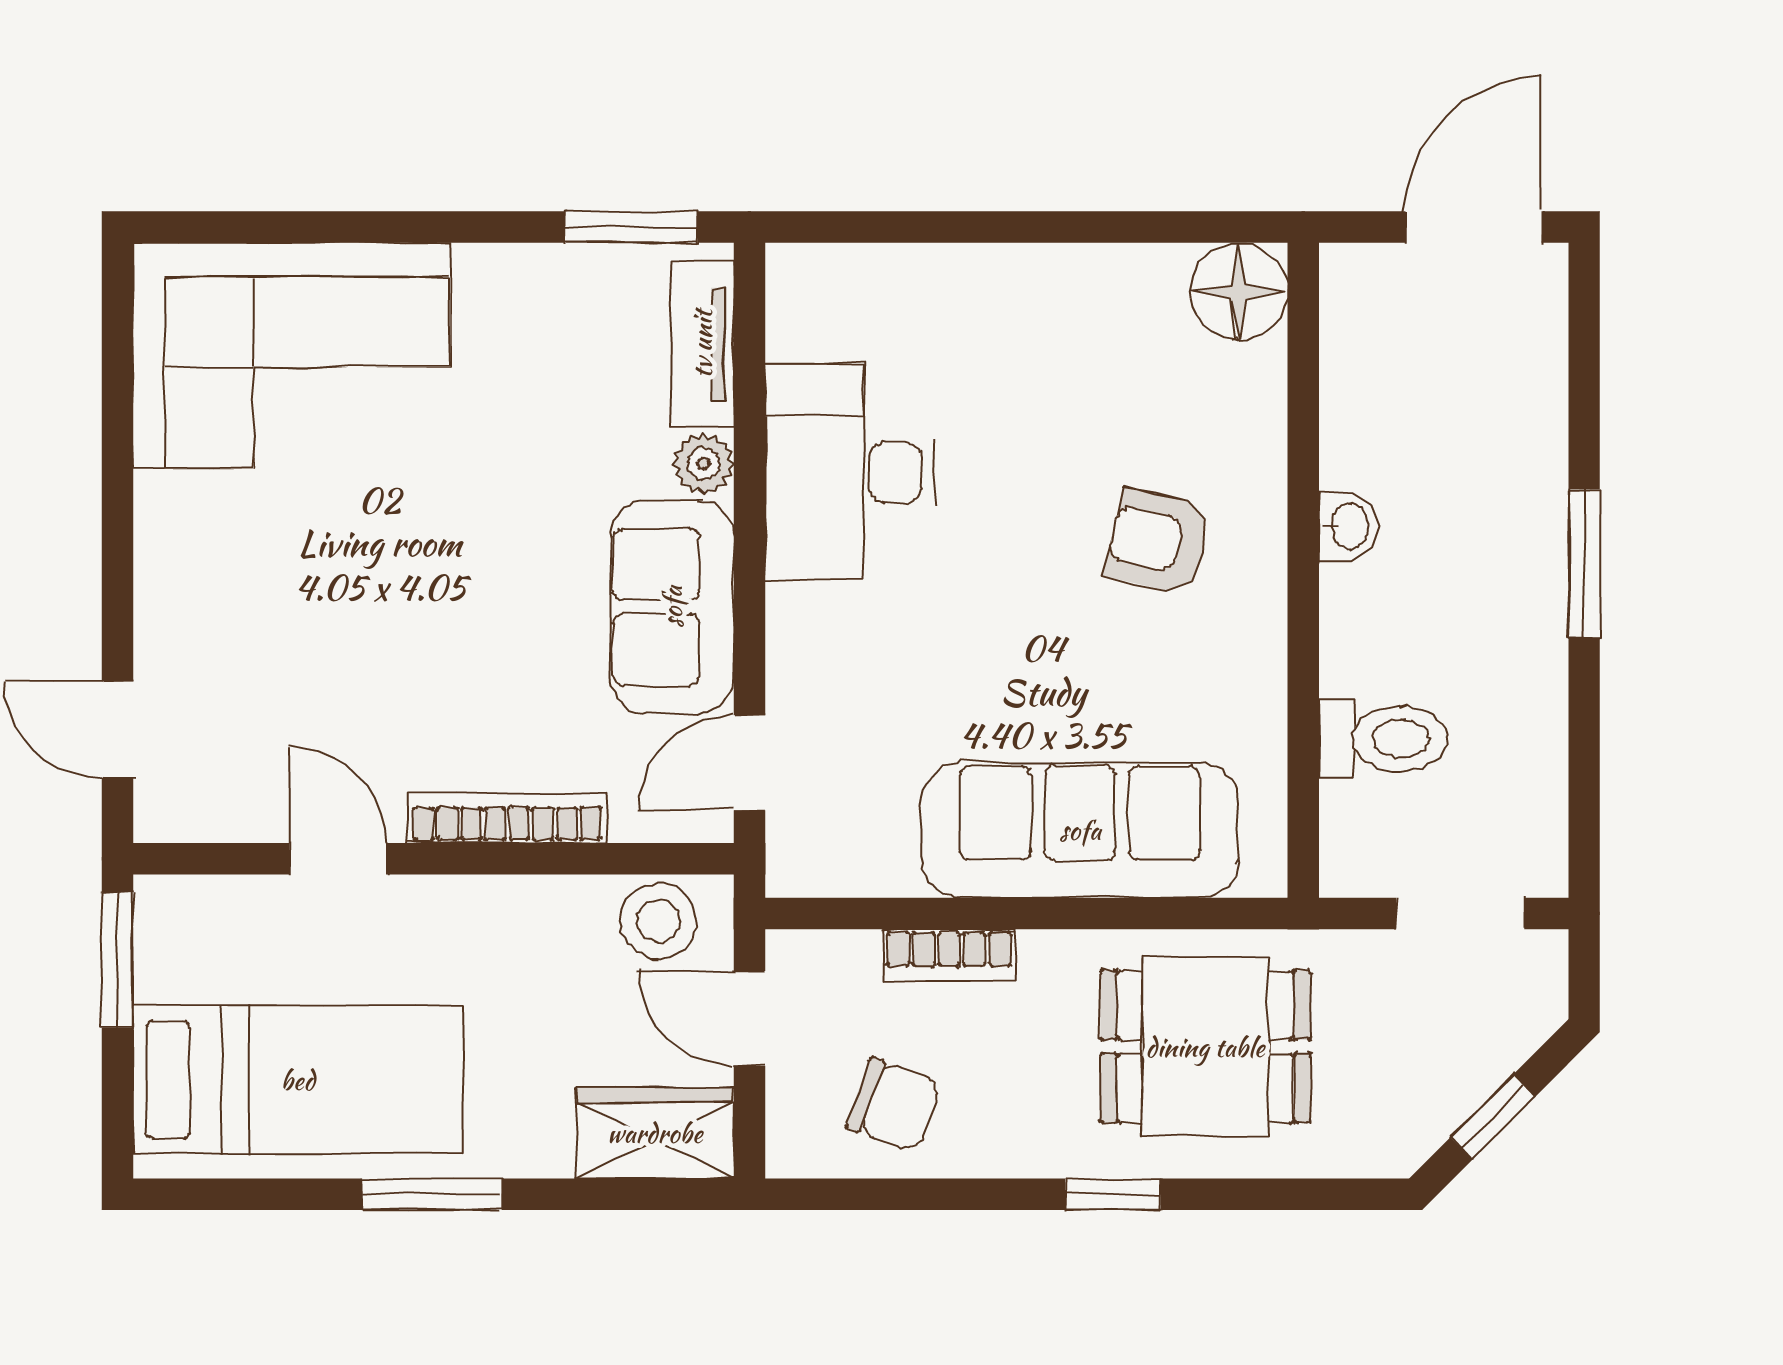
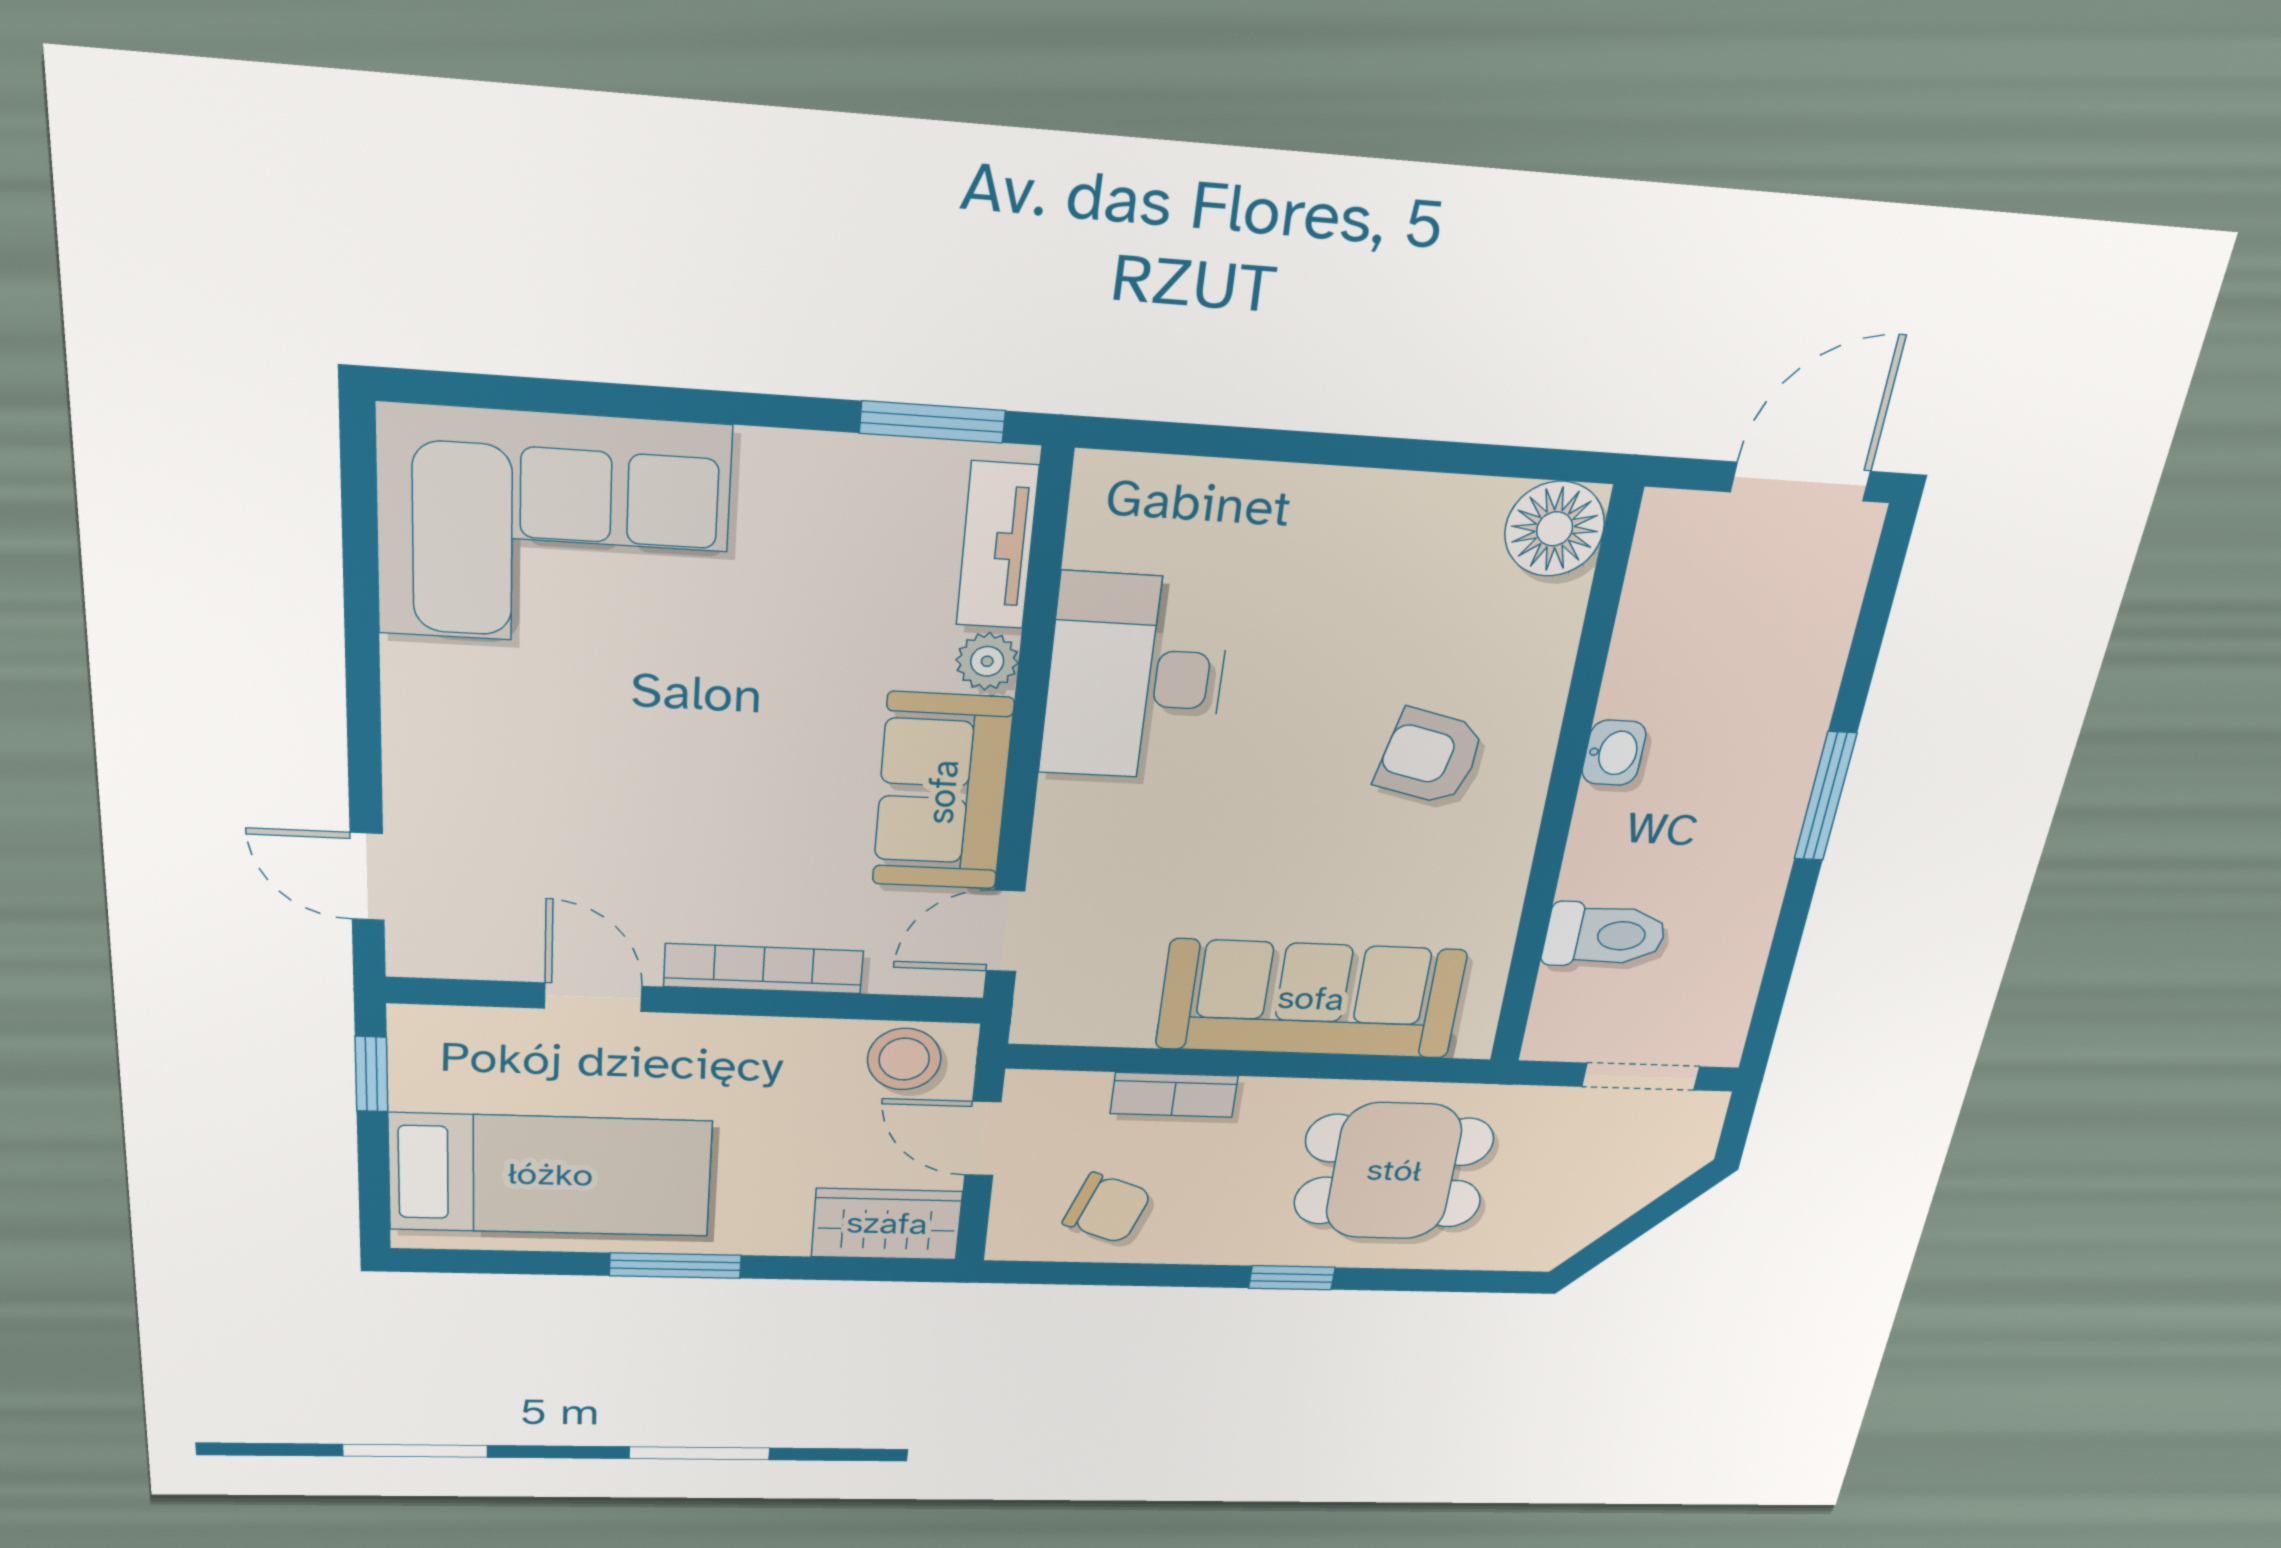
window: (118, 960) -> (372, 1074), width x0.67
window: (1493, 1117) -> (1631, 1229), removed

